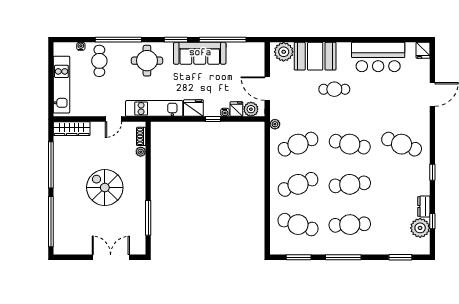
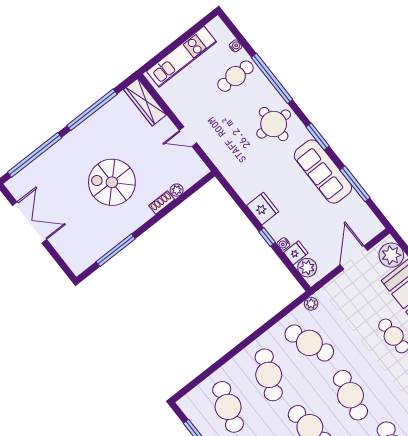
window: (223, 40) -> (355, 184), width x0.68
door: (267, 89) -> (354, 257), moved
kitchen unit: (154, 108) -> (231, 169), removed
shoe rack: (141, 136) -> (162, 203), moved
cafe table: (298, 184) -> (269, 375), turned 45
spiral stairs: (105, 188) -> (112, 182), turned -90
double door: (111, 257) -> (29, 222), moved

